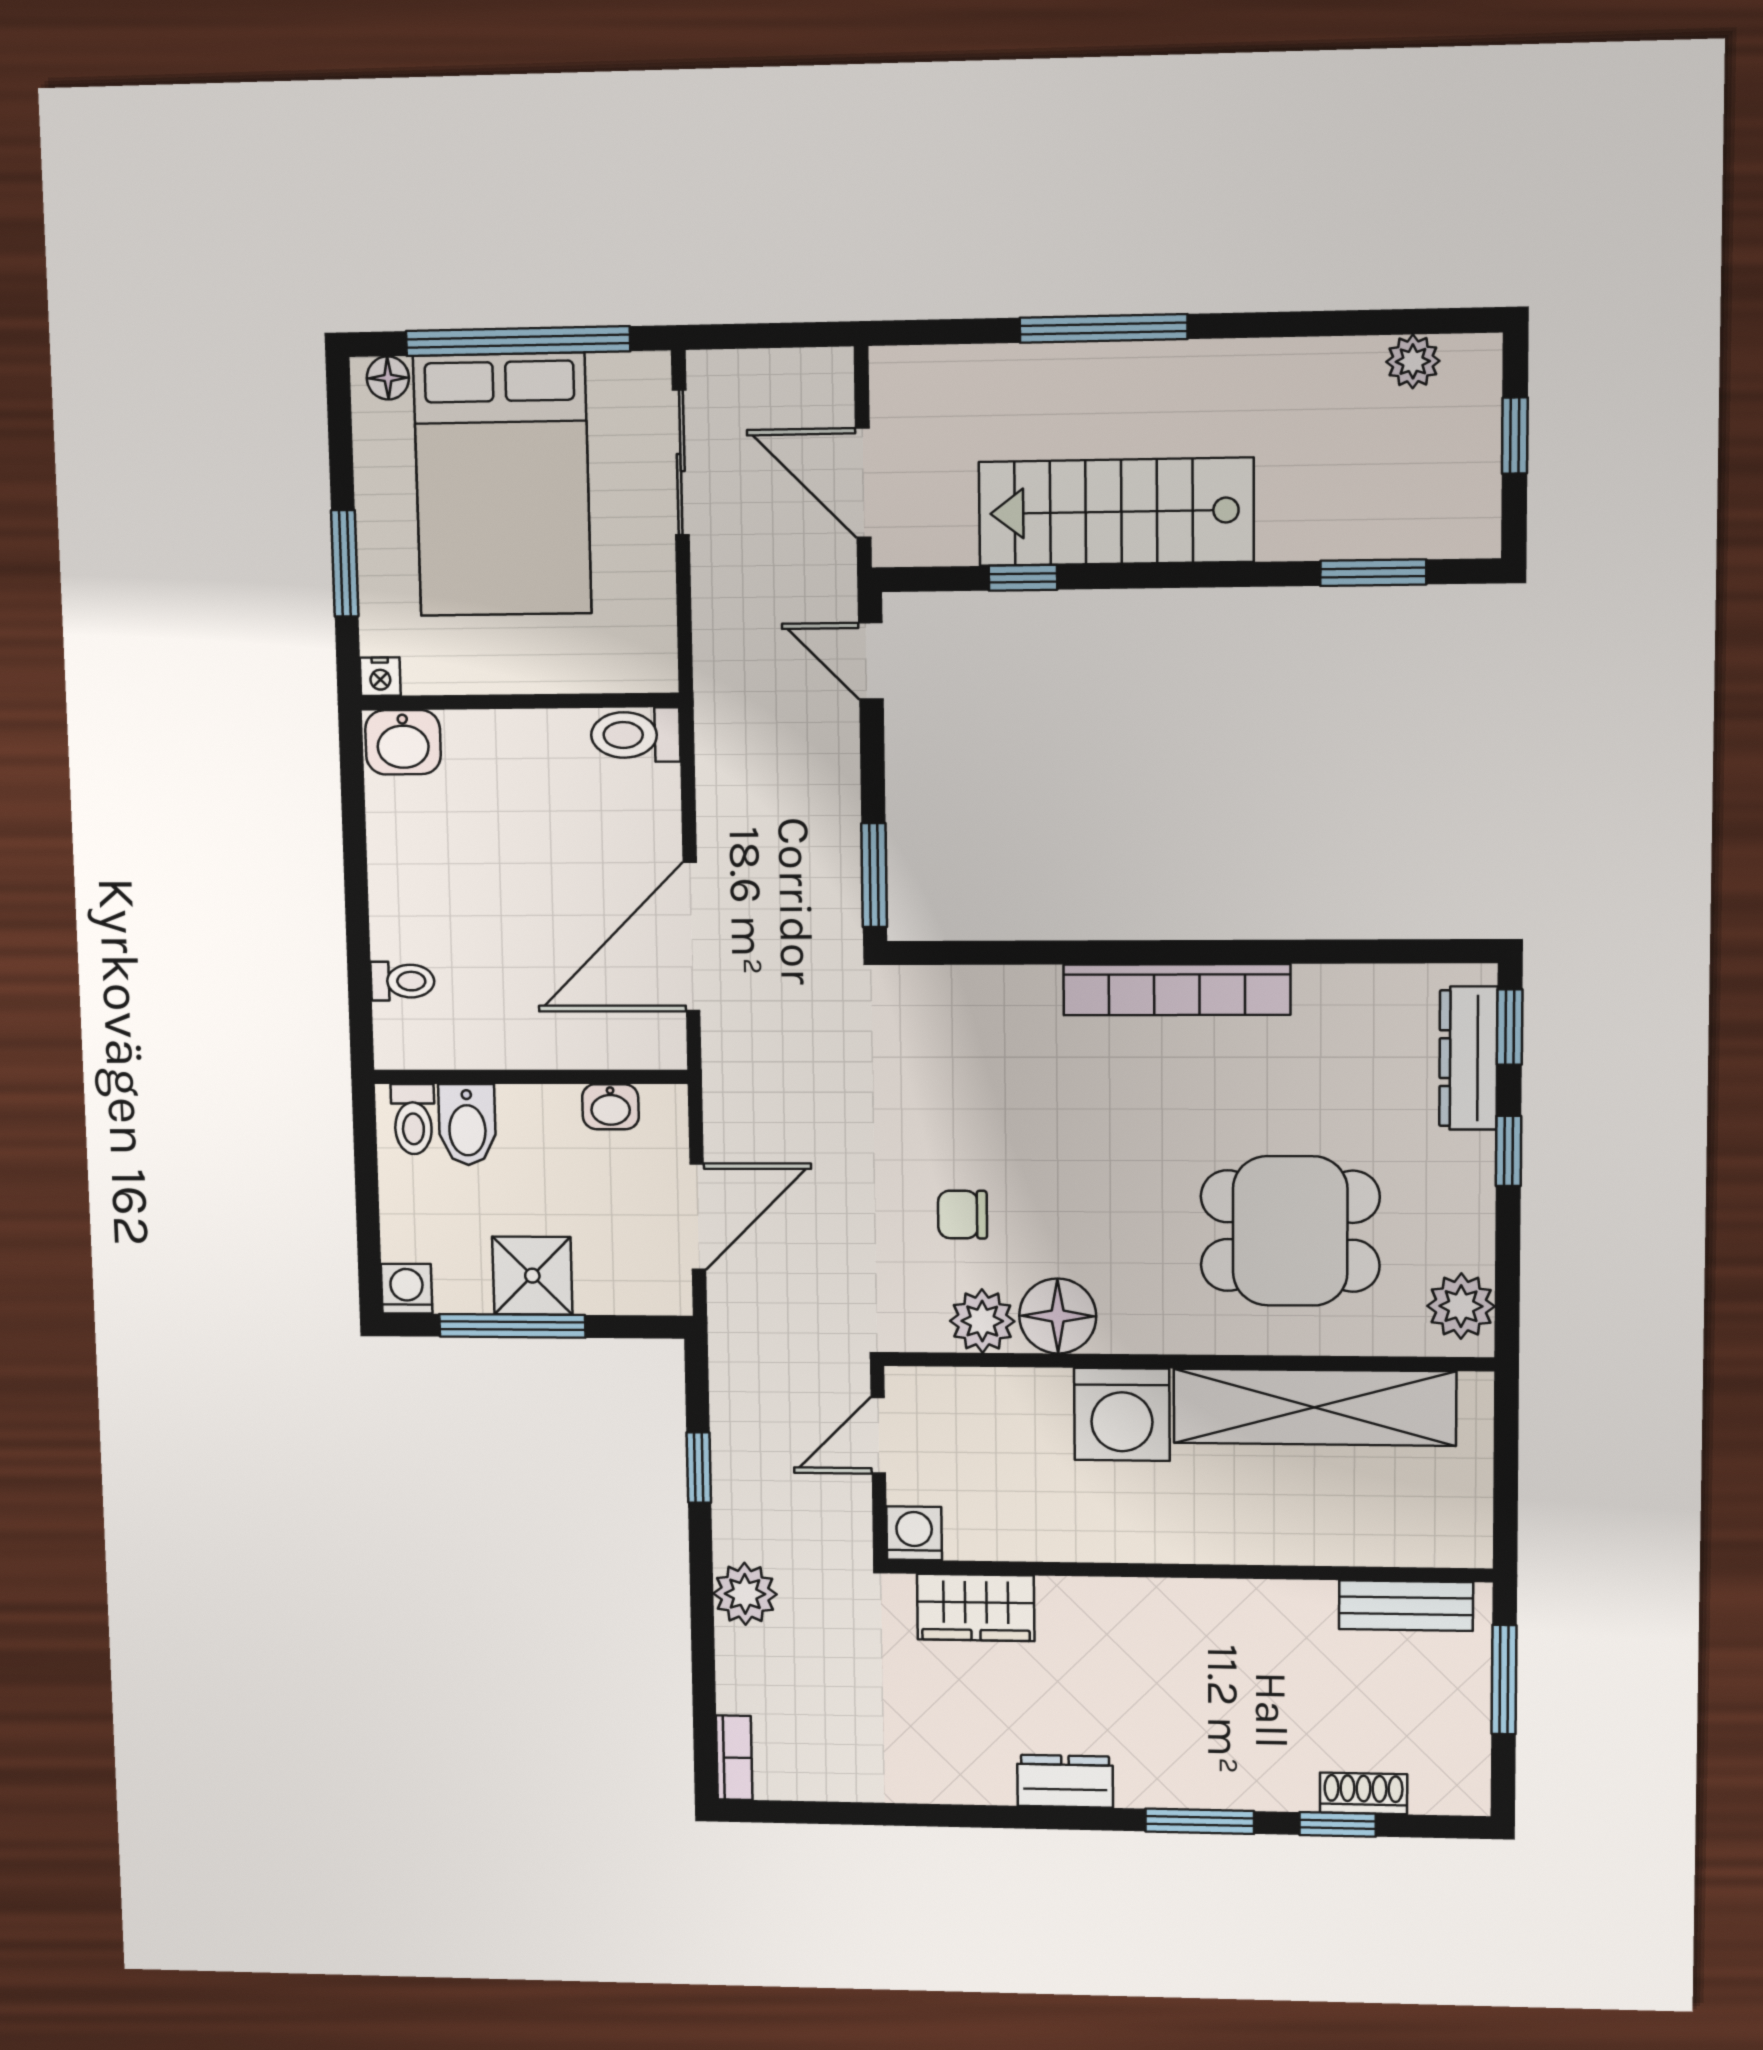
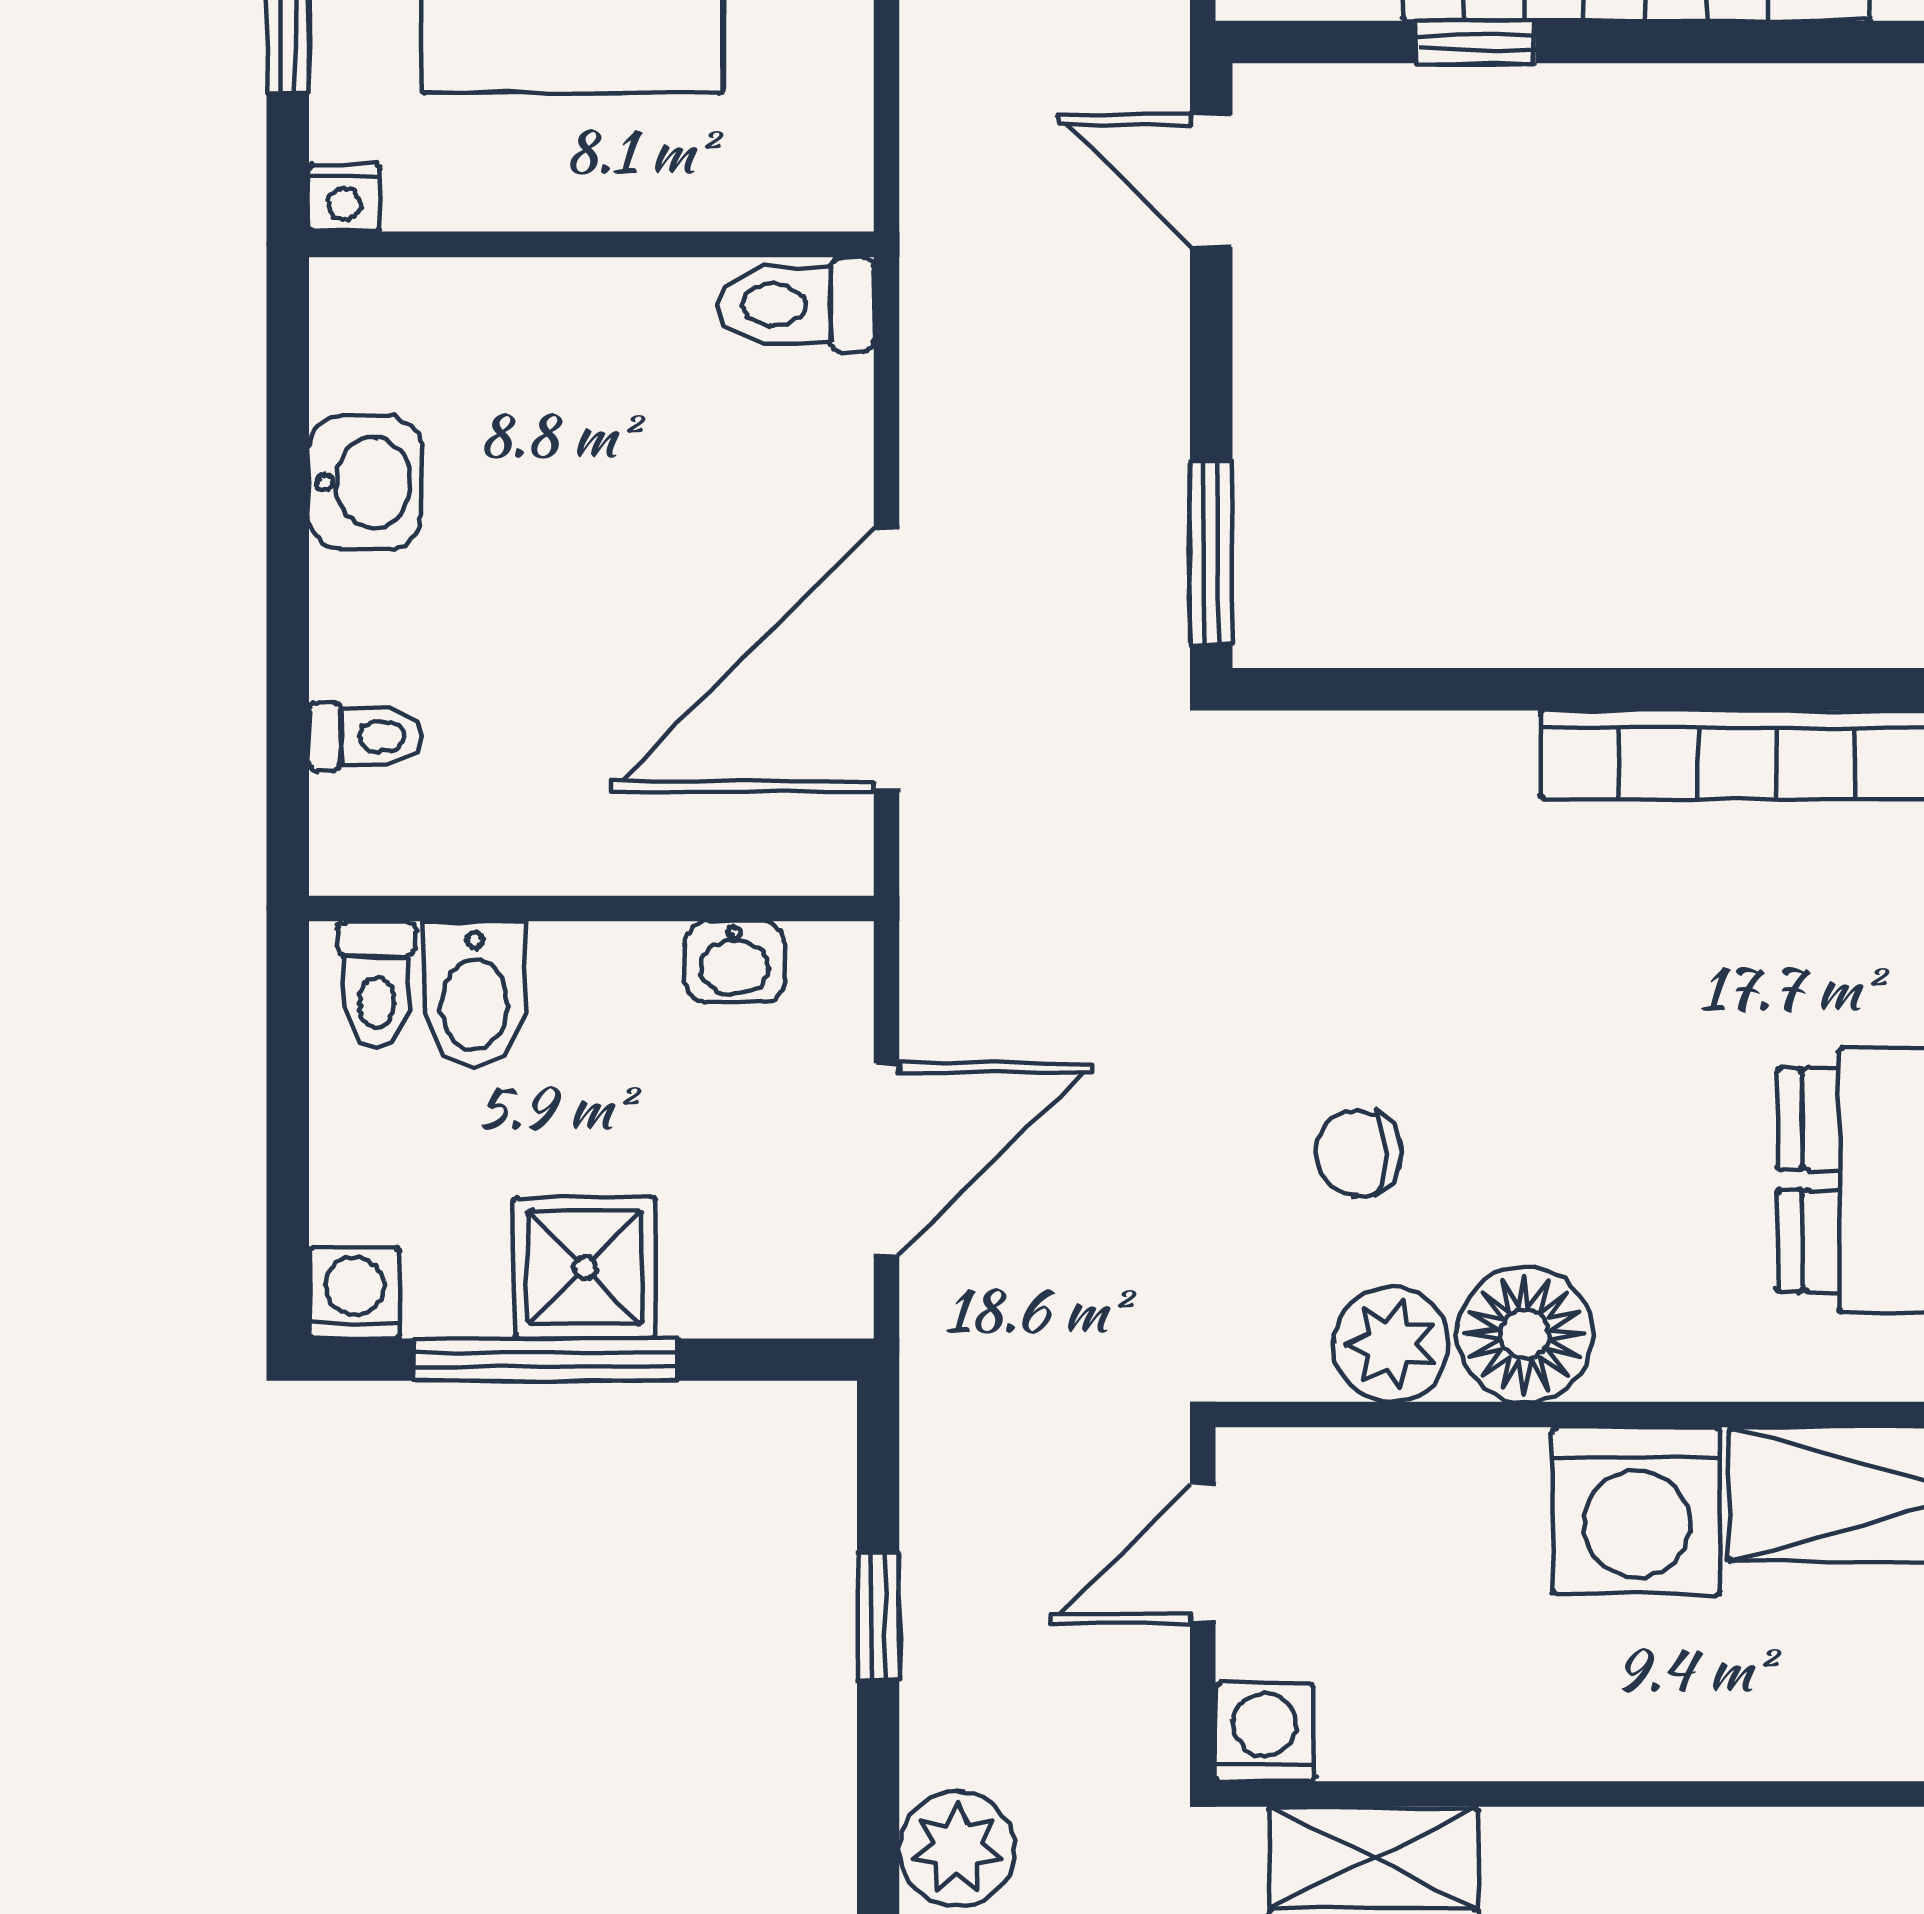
washbasin: (403, 742) -> (365, 483), moved, turned -90

